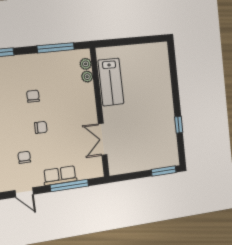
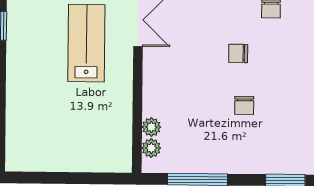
lab bench: (111, 82) -> (86, 43), moved

